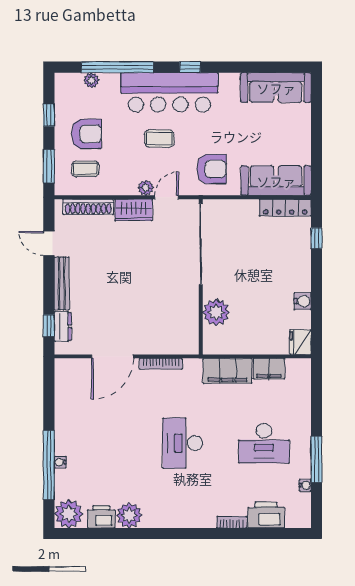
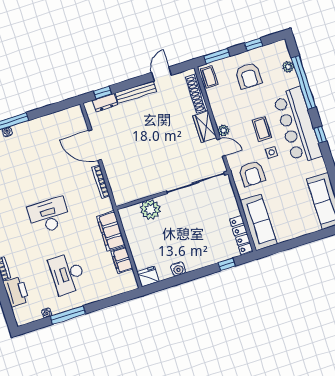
side table: (193, 136) -> (272, 152), added
coffee table: (85, 169) -> (209, 77), moved

